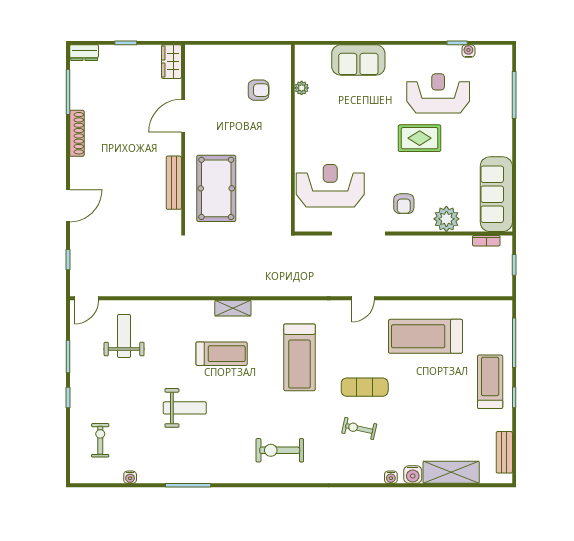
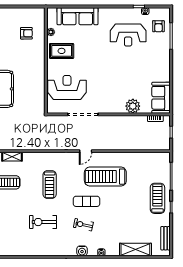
sofa: (358, 60) -> (77, 16), width x1.36
reception desk: (438, 93) -> (128, 35), turned 180
rug: (420, 138) -> (62, 51), moved
sofa: (496, 194) -> (161, 98), width x0.73
armchair: (404, 204) -> (158, 26), moved
treadmill: (426, 336) -> (105, 177), moved
treadmill: (300, 357) -> (50, 184), width x0.73, depth x0.73
exercise bike: (280, 450) -> (43, 222), moved
water cooler: (413, 475) -> (82, 251), moved

